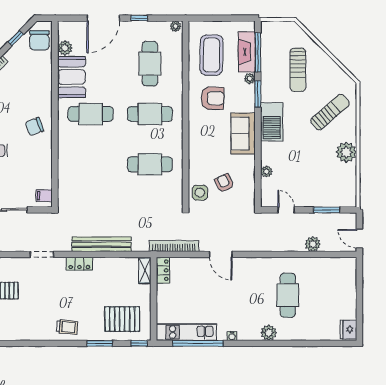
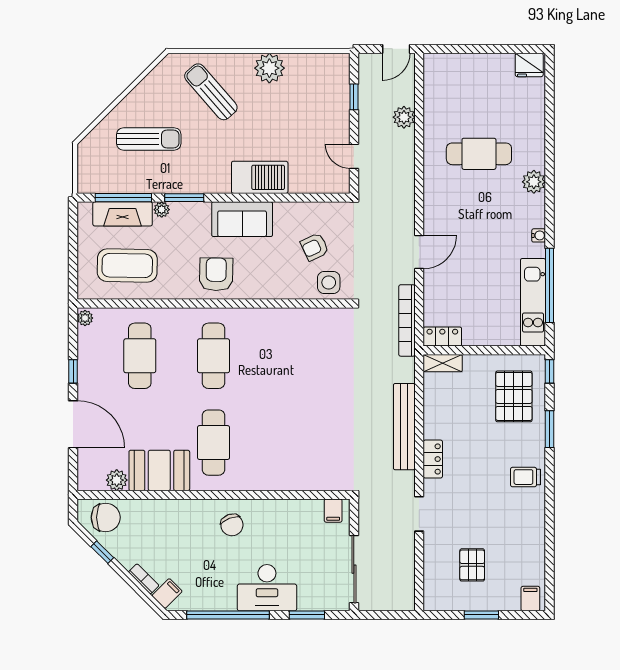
cafe table: (150, 64) -> (140, 356), turned 90
armchair: (212, 98) -> (216, 274), moved
barbecue: (272, 122) -> (260, 177), moved
cafe table: (150, 164) -> (287, 356), removed
plant: (266, 172) -> (298, 185), removed
door: (286, 210) -> (354, 156), hinge flipped
window: (327, 210) -> (354, 97), width x0.67
trolley: (67, 327) -> (526, 477), turned -95

